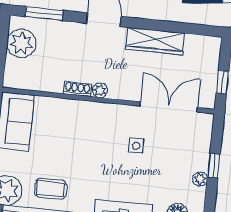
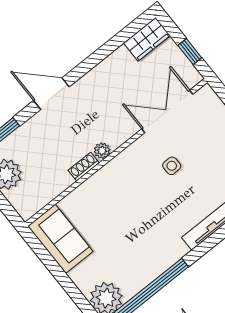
wardrobe: (155, 41) -> (147, 39), moved, width x0.67
coffee table: (51, 189) -> (139, 264), removed

